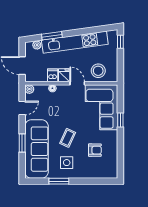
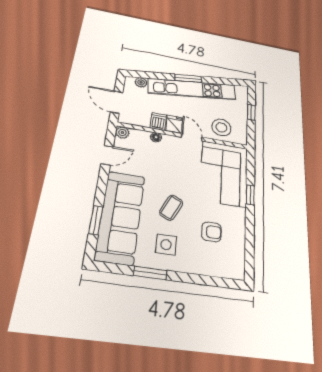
window: (52, 36) -> (188, 78), moved
window: (120, 42) -> (251, 112), moved
window: (22, 143) -> (96, 220), moved

